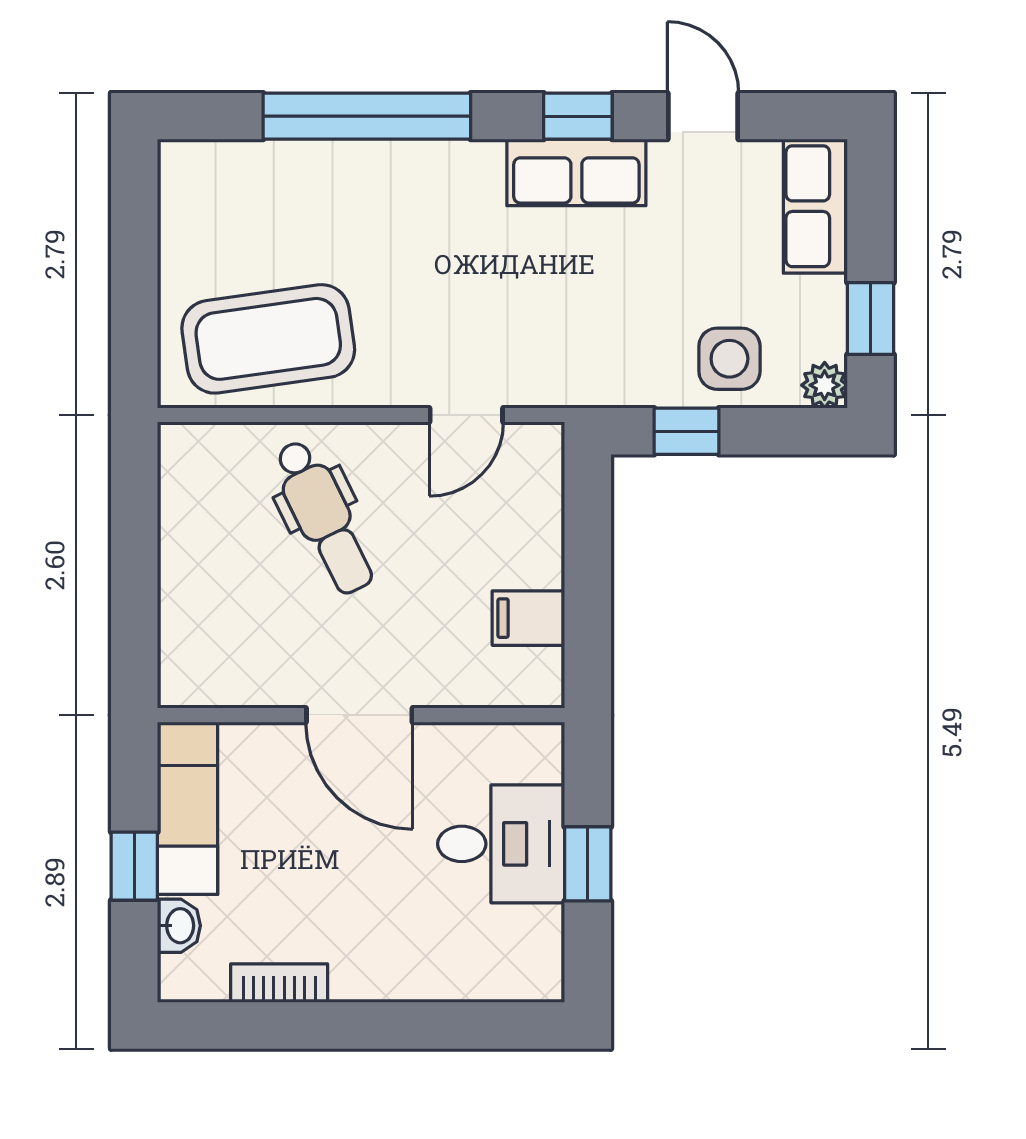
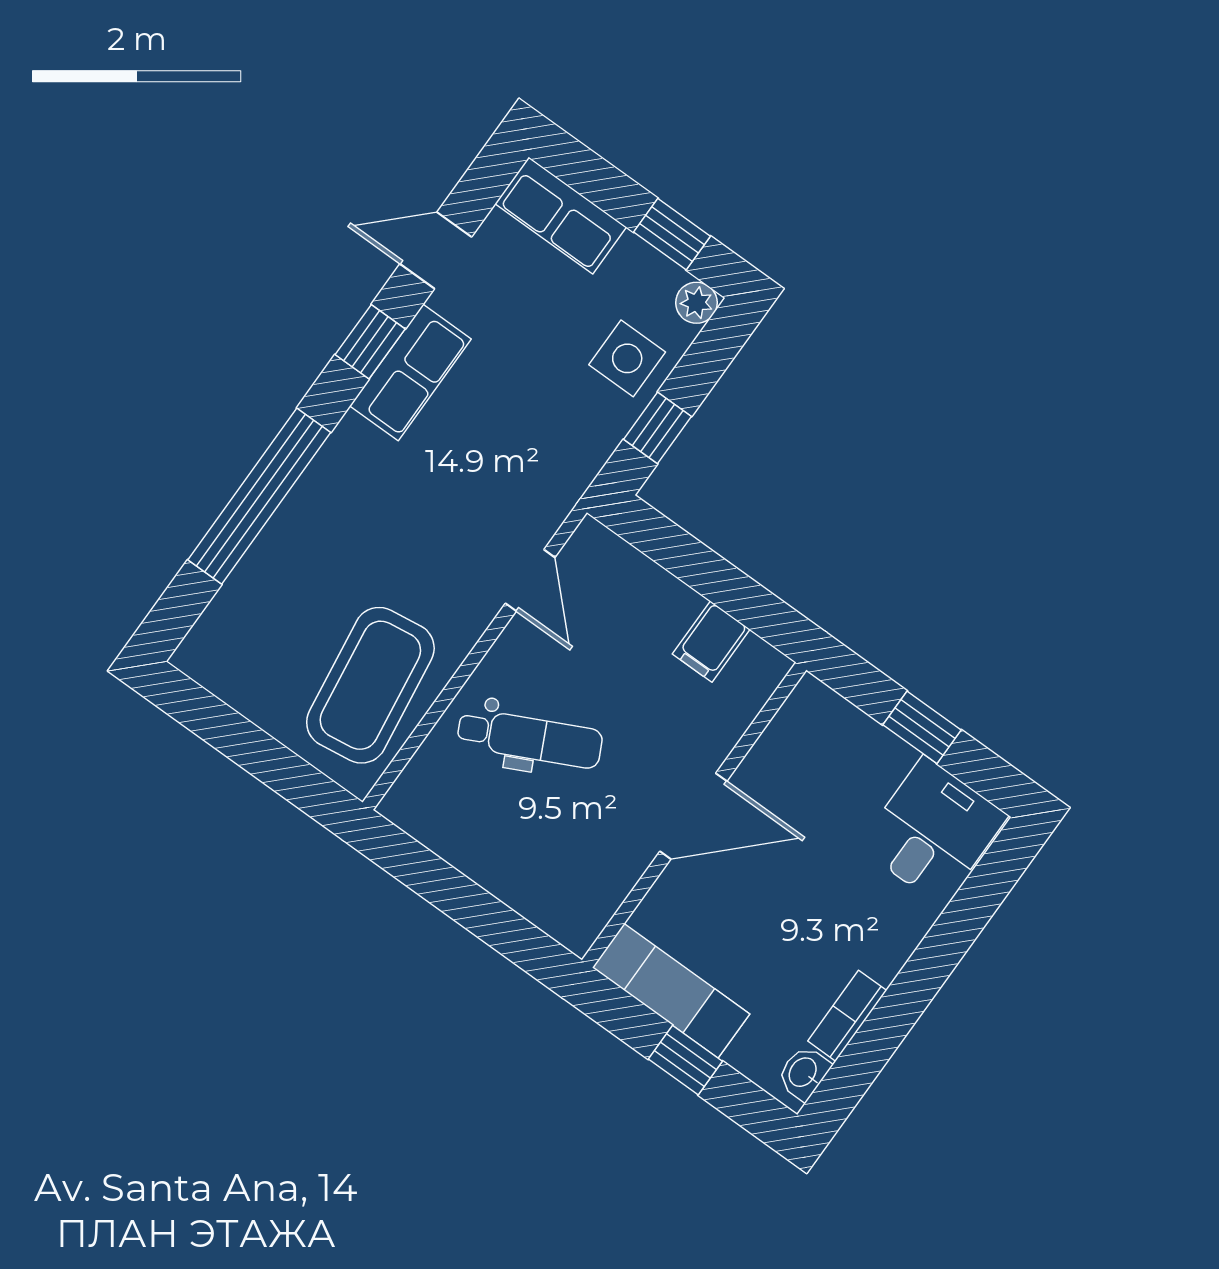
desk: (501, 844) -> (933, 831), moved
washbasin: (179, 926) -> (804, 1073), moved, turned -90

